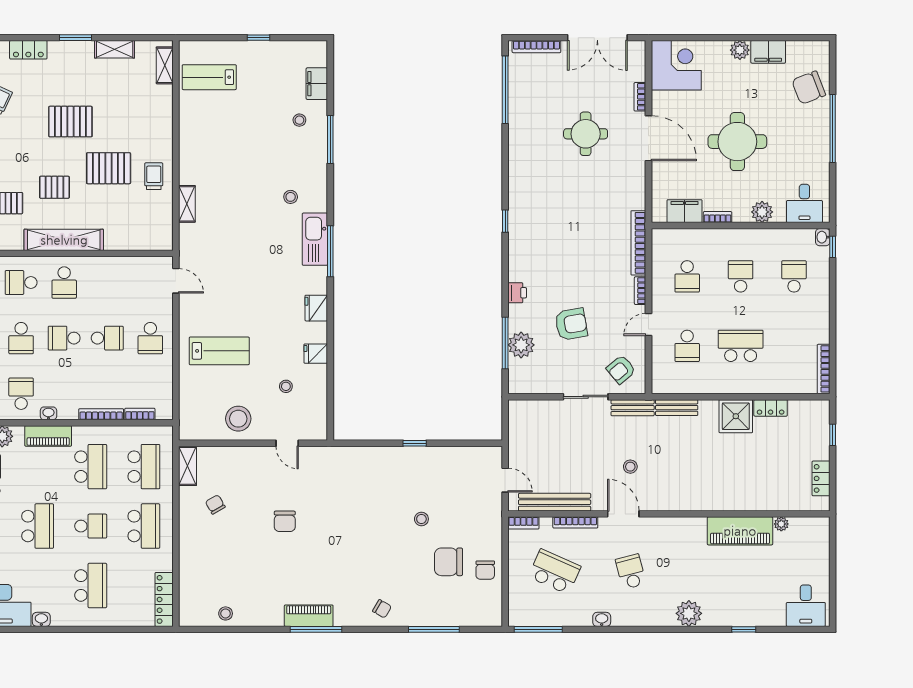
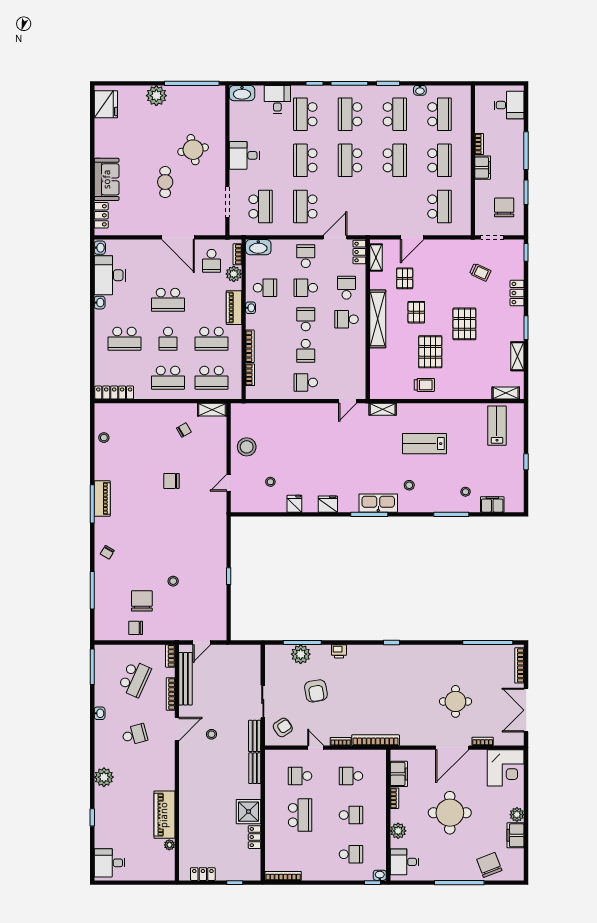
shelving: (187, 204) -> (383, 409), moved
lab bench: (219, 351) -> (424, 444), moved, turned 90
armchair: (621, 369) -> (283, 727), turned 96

